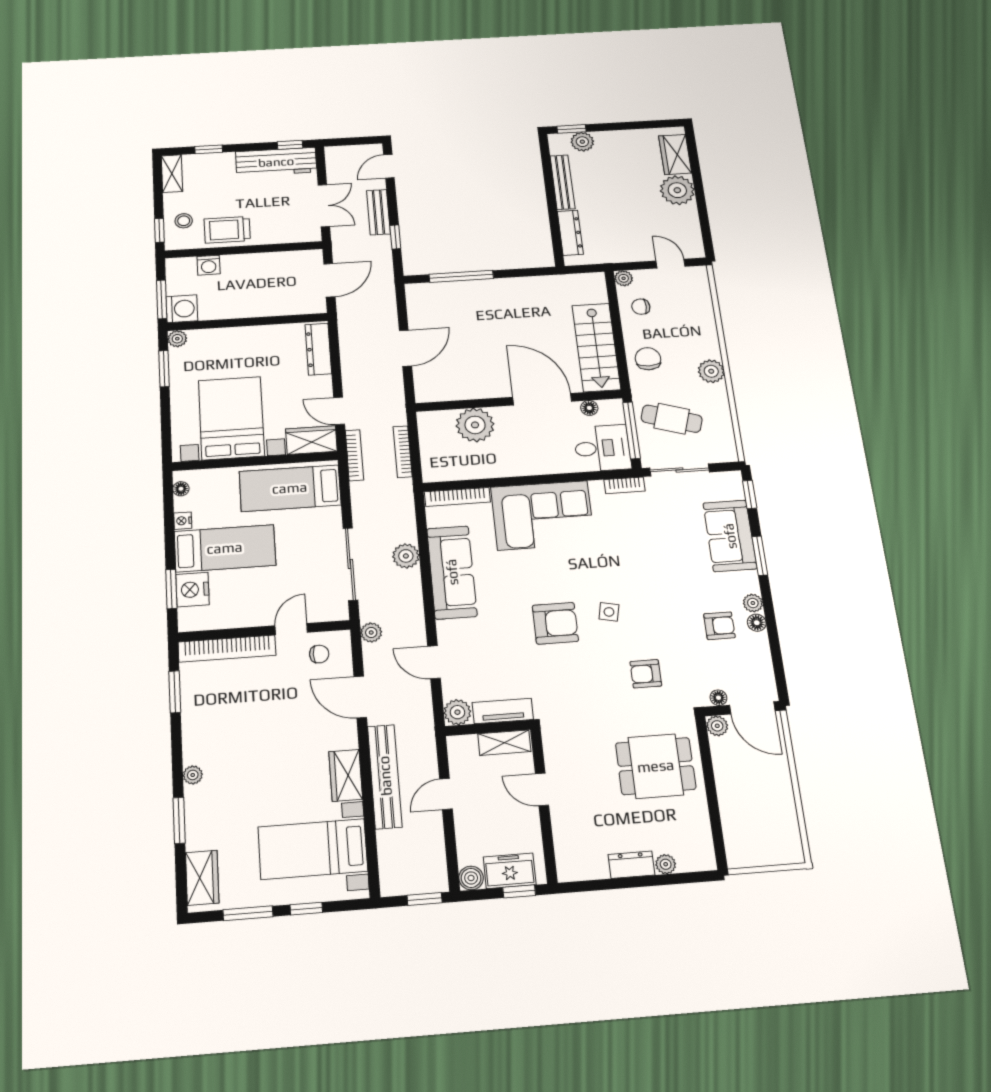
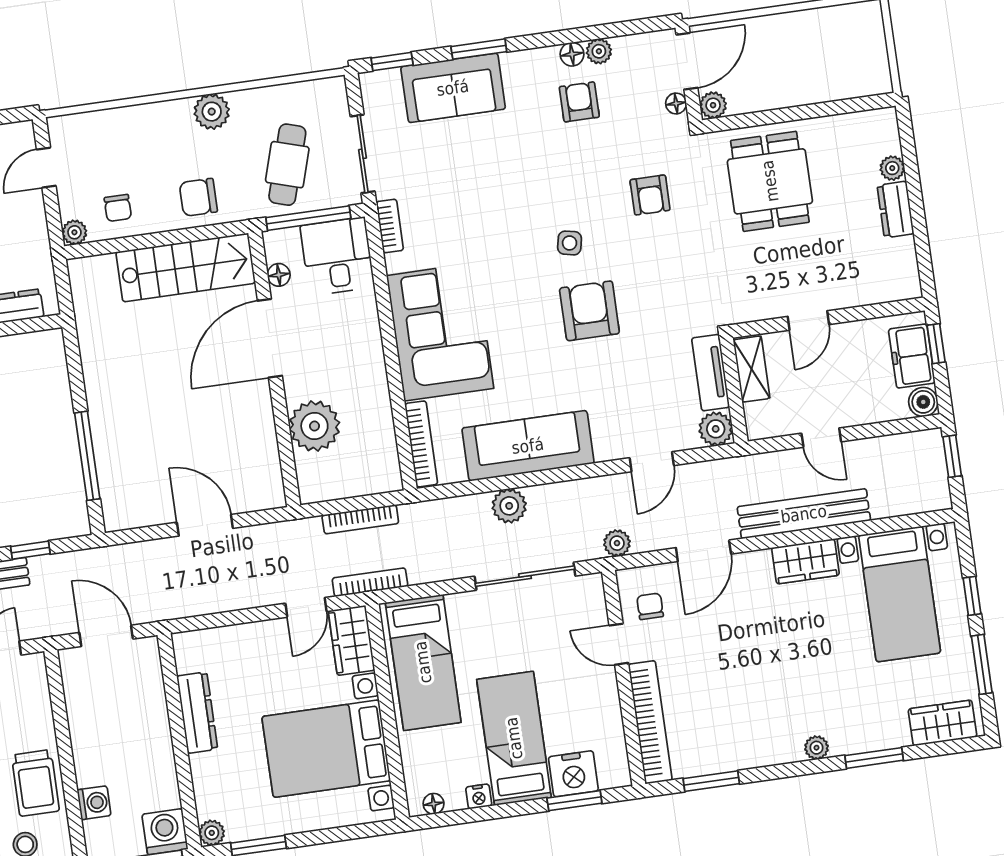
dresser: (318, 349) -> (197, 713), moved, turned -90
plant: (753, 603) -> (599, 51), moved

